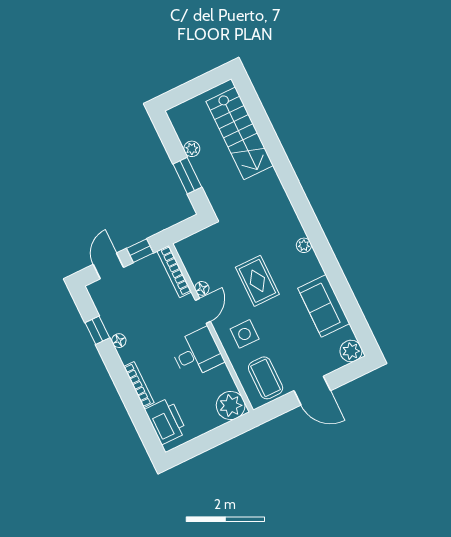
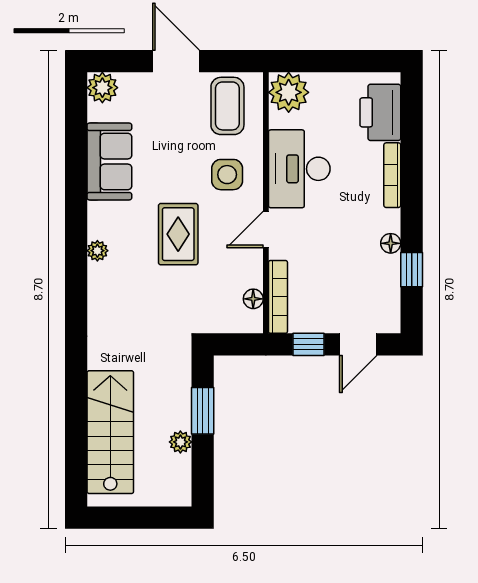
floor lamp: (202, 288) -> (253, 299), moved
desk: (197, 353) -> (299, 169), width x1.37

